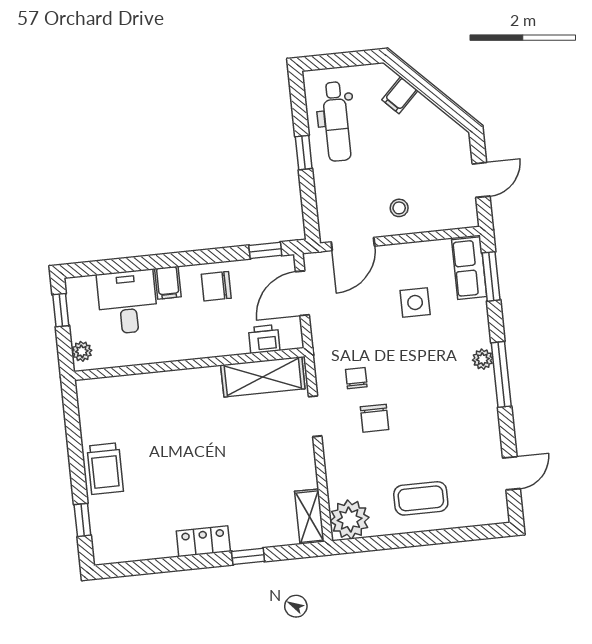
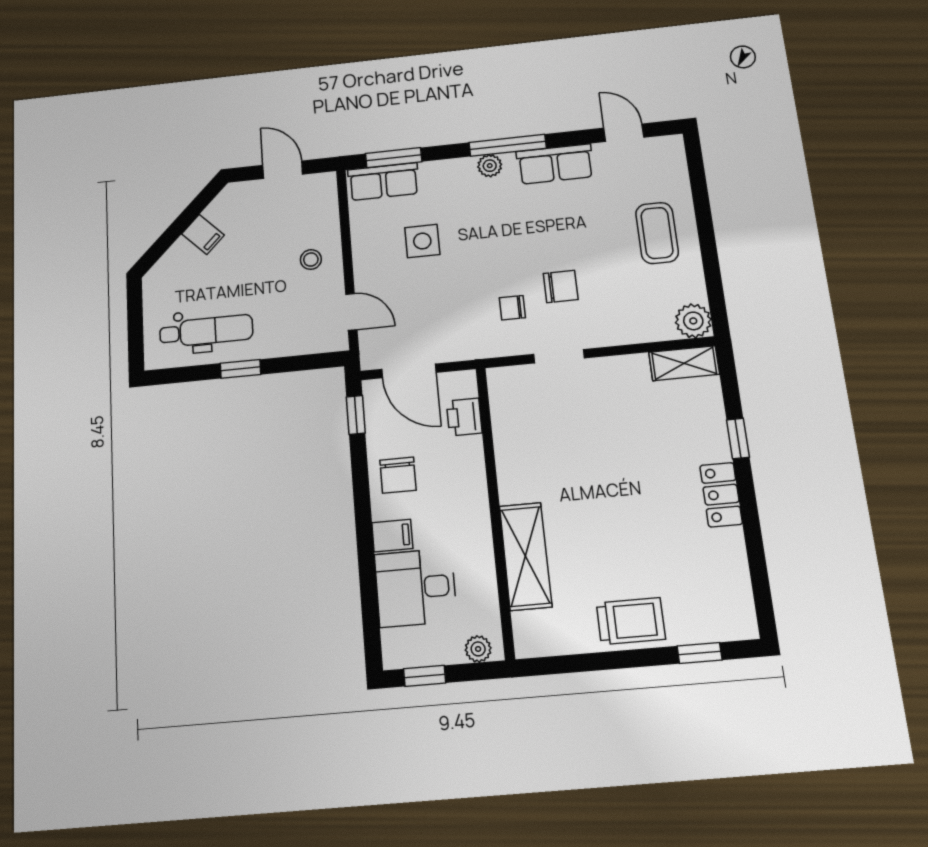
filing cabinet: (400, 95) -> (203, 234), moved
door: (353, 244) -> (351, 312), width x0.73
shelving: (263, 377) -> (525, 556), moved
row of seats: (484, 415) -> (555, 164), added
plant: (350, 519) -> (693, 321), width x0.73, depth x0.73

